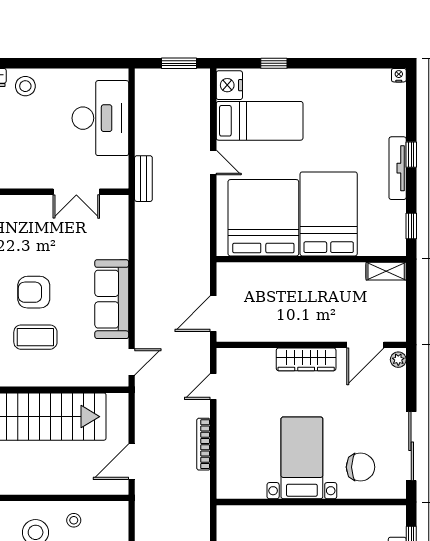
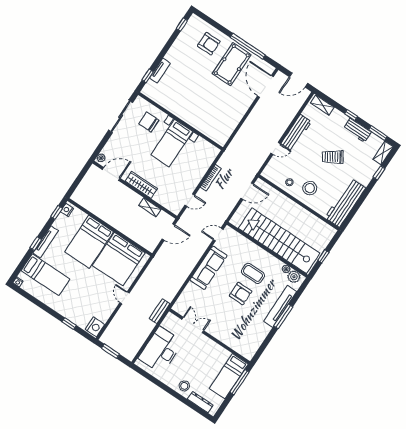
bed: (260, 121) -> (45, 275), moved, turned 180
nightstand: (397, 241) -> (67, 210), added
shelving: (386, 271) -> (150, 207), moved

